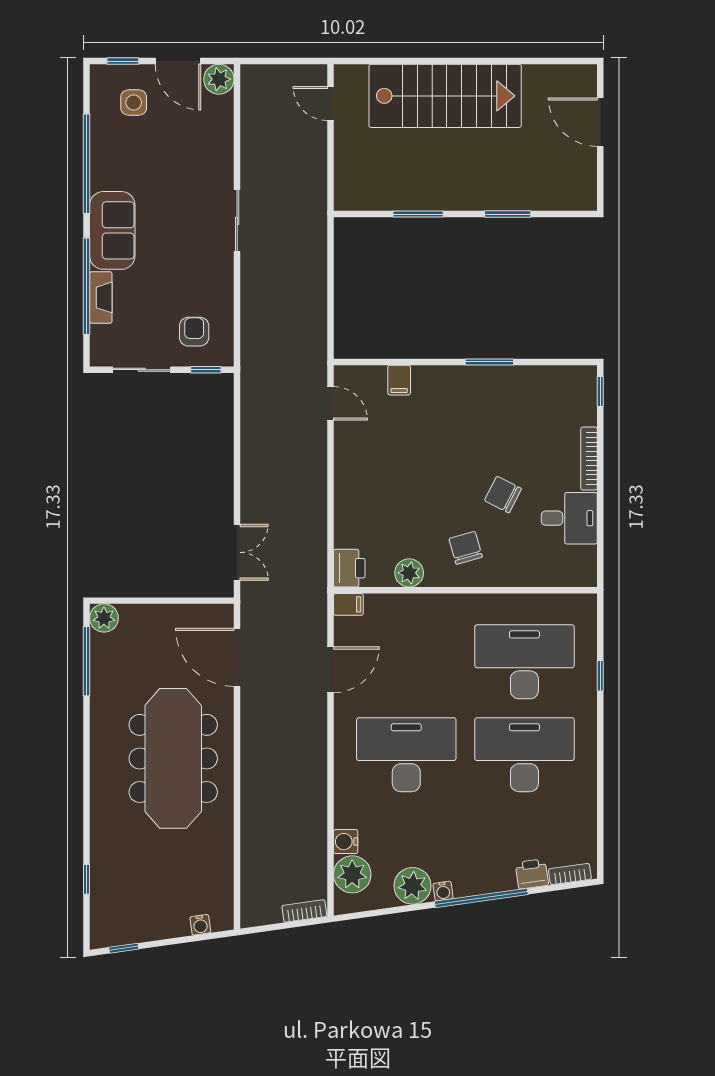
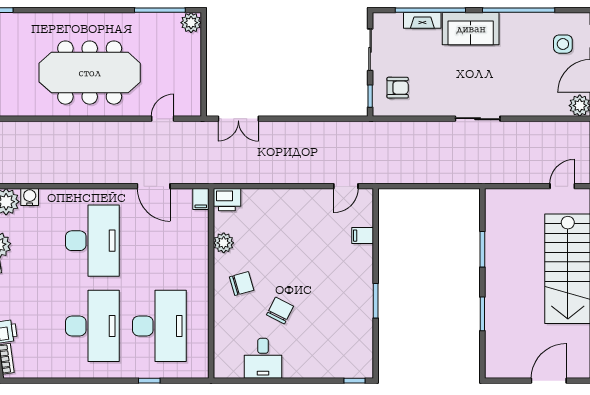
bookcase: (589, 459) -> (306, 373), removed
door: (237, 657) -> (163, 119), width x0.53

